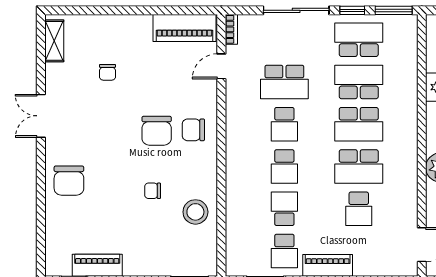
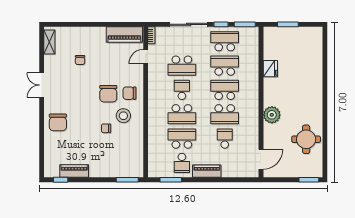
school desk: (284, 124) -> (182, 90), turned 180
school desk: (359, 124) -> (225, 90), turned 180
school desk: (284, 166) -> (182, 114), width x1.85
school desk: (284, 209) -> (182, 139), width x1.85
school desk: (359, 209) -> (225, 139), turned 180
stool: (195, 212) -> (123, 116), moved

